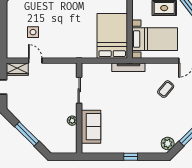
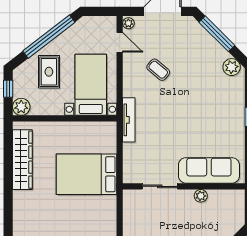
bed: (112, 36) -> (87, 174), moved
sofa: (91, 127) -> (209, 170), width x1.36

